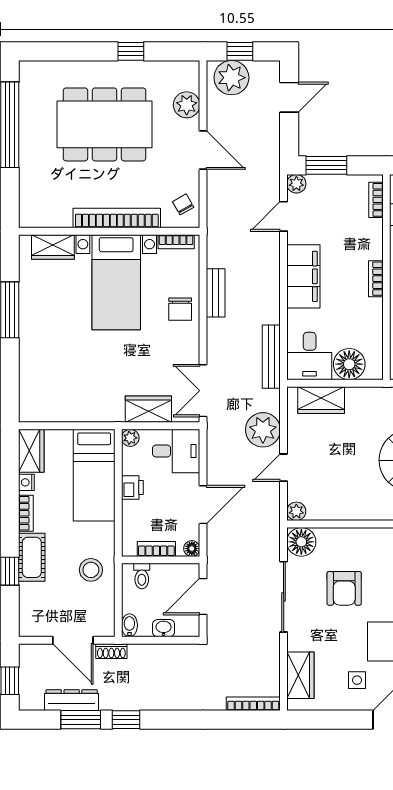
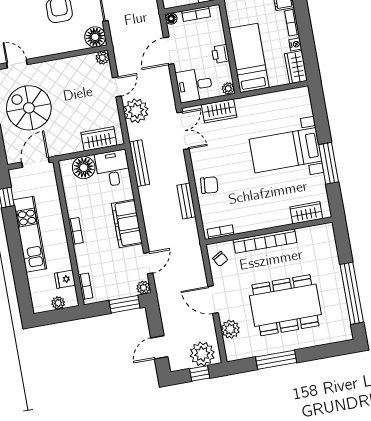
window: (131, 51) -> (276, 360), width x2.17
bed with nightstands: (116, 282) -> (285, 150), moved, turned -90
chair: (180, 309) -> (209, 185), turned 95

